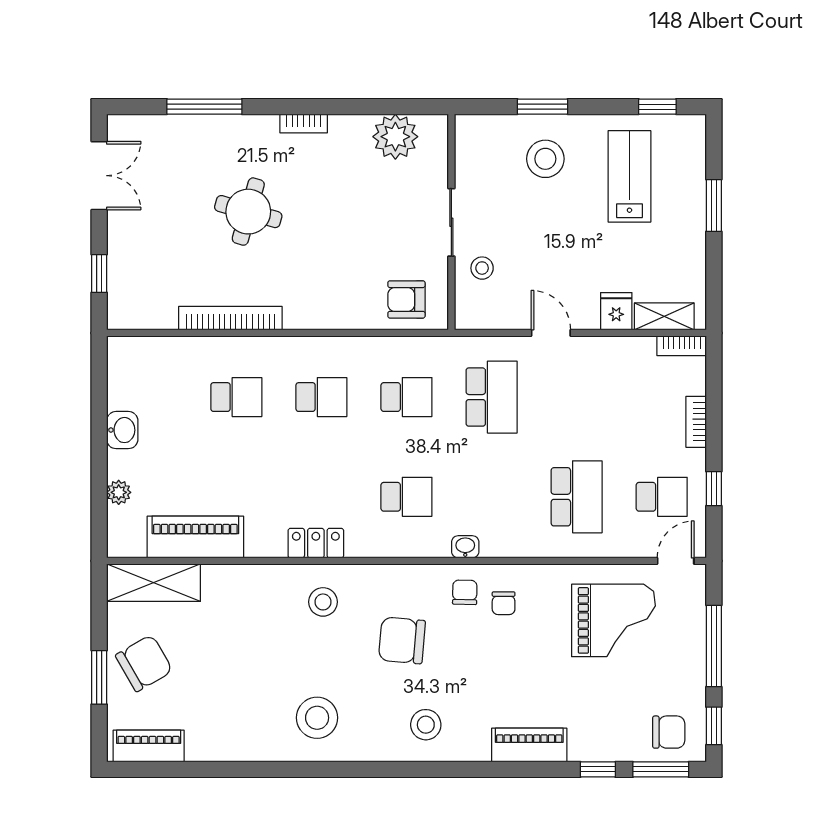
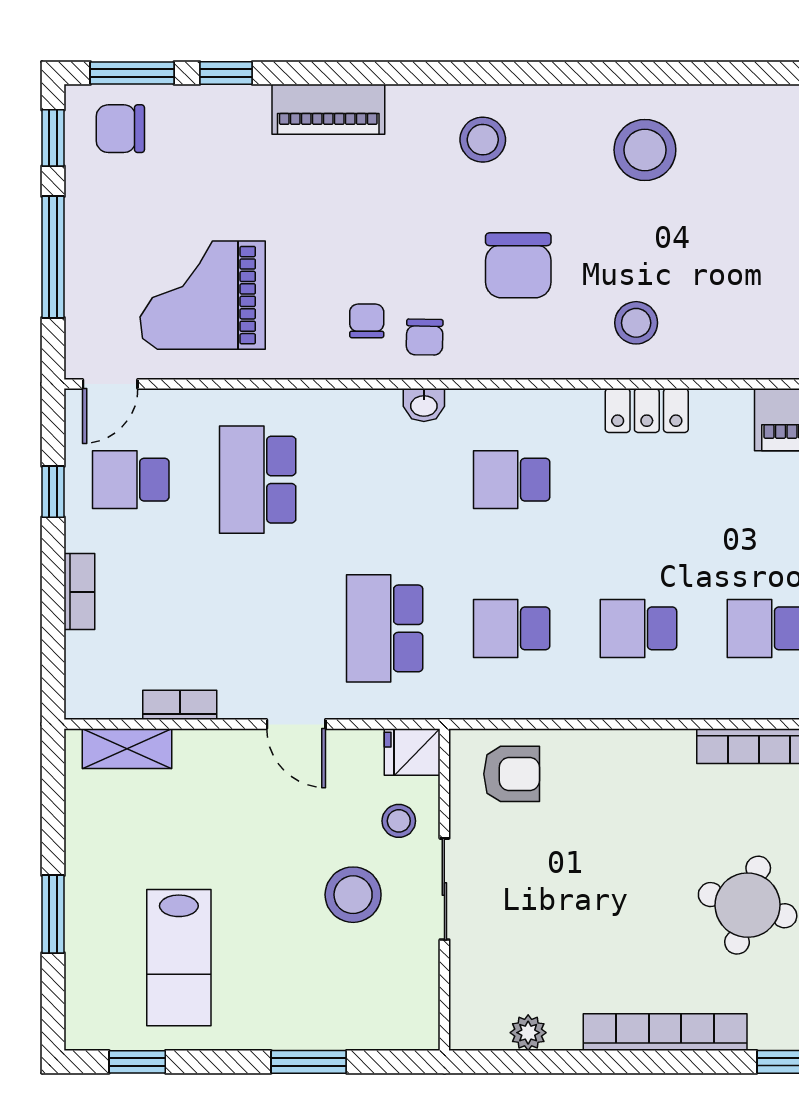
bookcase: (304, 123) -> (665, 1032), width x2.31, depth x1.31
plant: (395, 137) -> (528, 1033), width x0.53, depth x0.53
stool: (545, 159) -> (353, 895), moved
fridge: (616, 311) -> (412, 752), moved, turned 90
bookcase: (682, 346) -> (180, 705), moved
chair: (402, 640) -> (518, 265), turned 85

